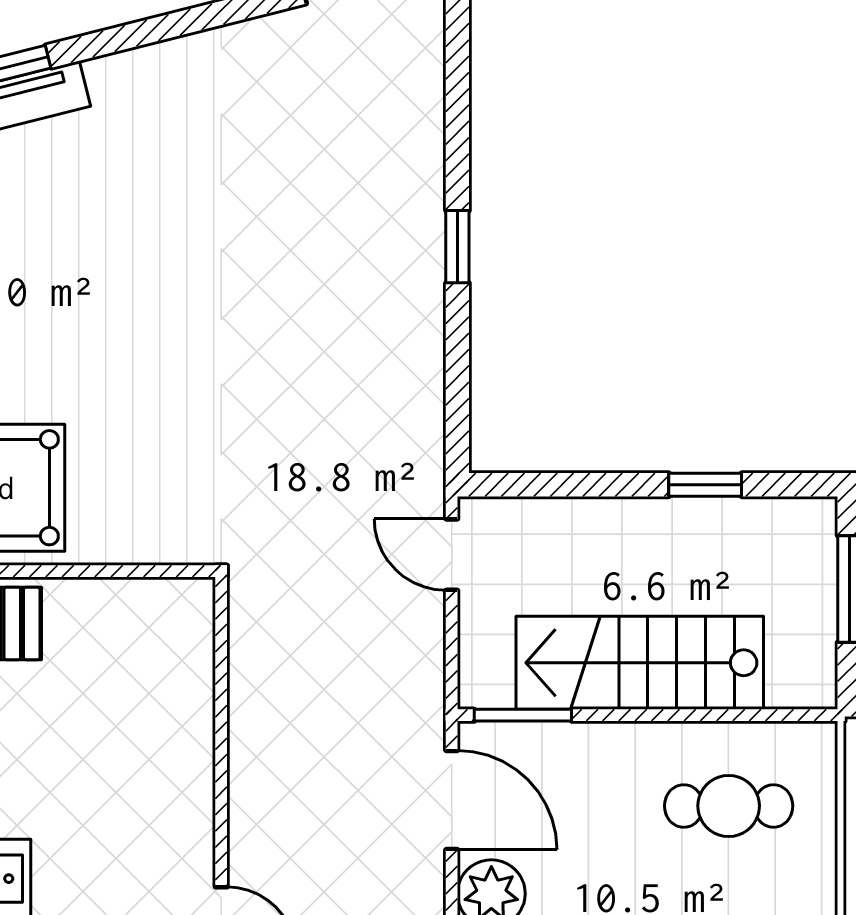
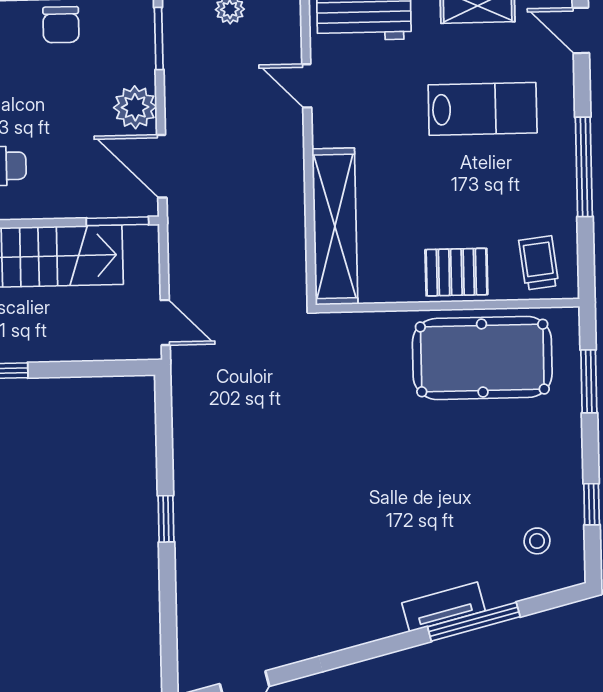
shelving: (182, 699) -> (335, 226), added

